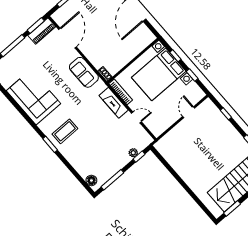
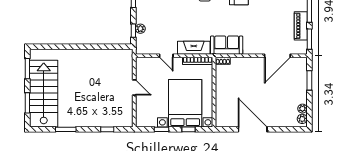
piano: (42, 31) -> (301, 26), moved
door: (67, 38) -> (277, 56), hinge flipped
sofa: (84, 72) -> (227, 45), moved
door: (189, 112) -> (134, 88), moved
door: (136, 117) -> (166, 56), hinge flipped

